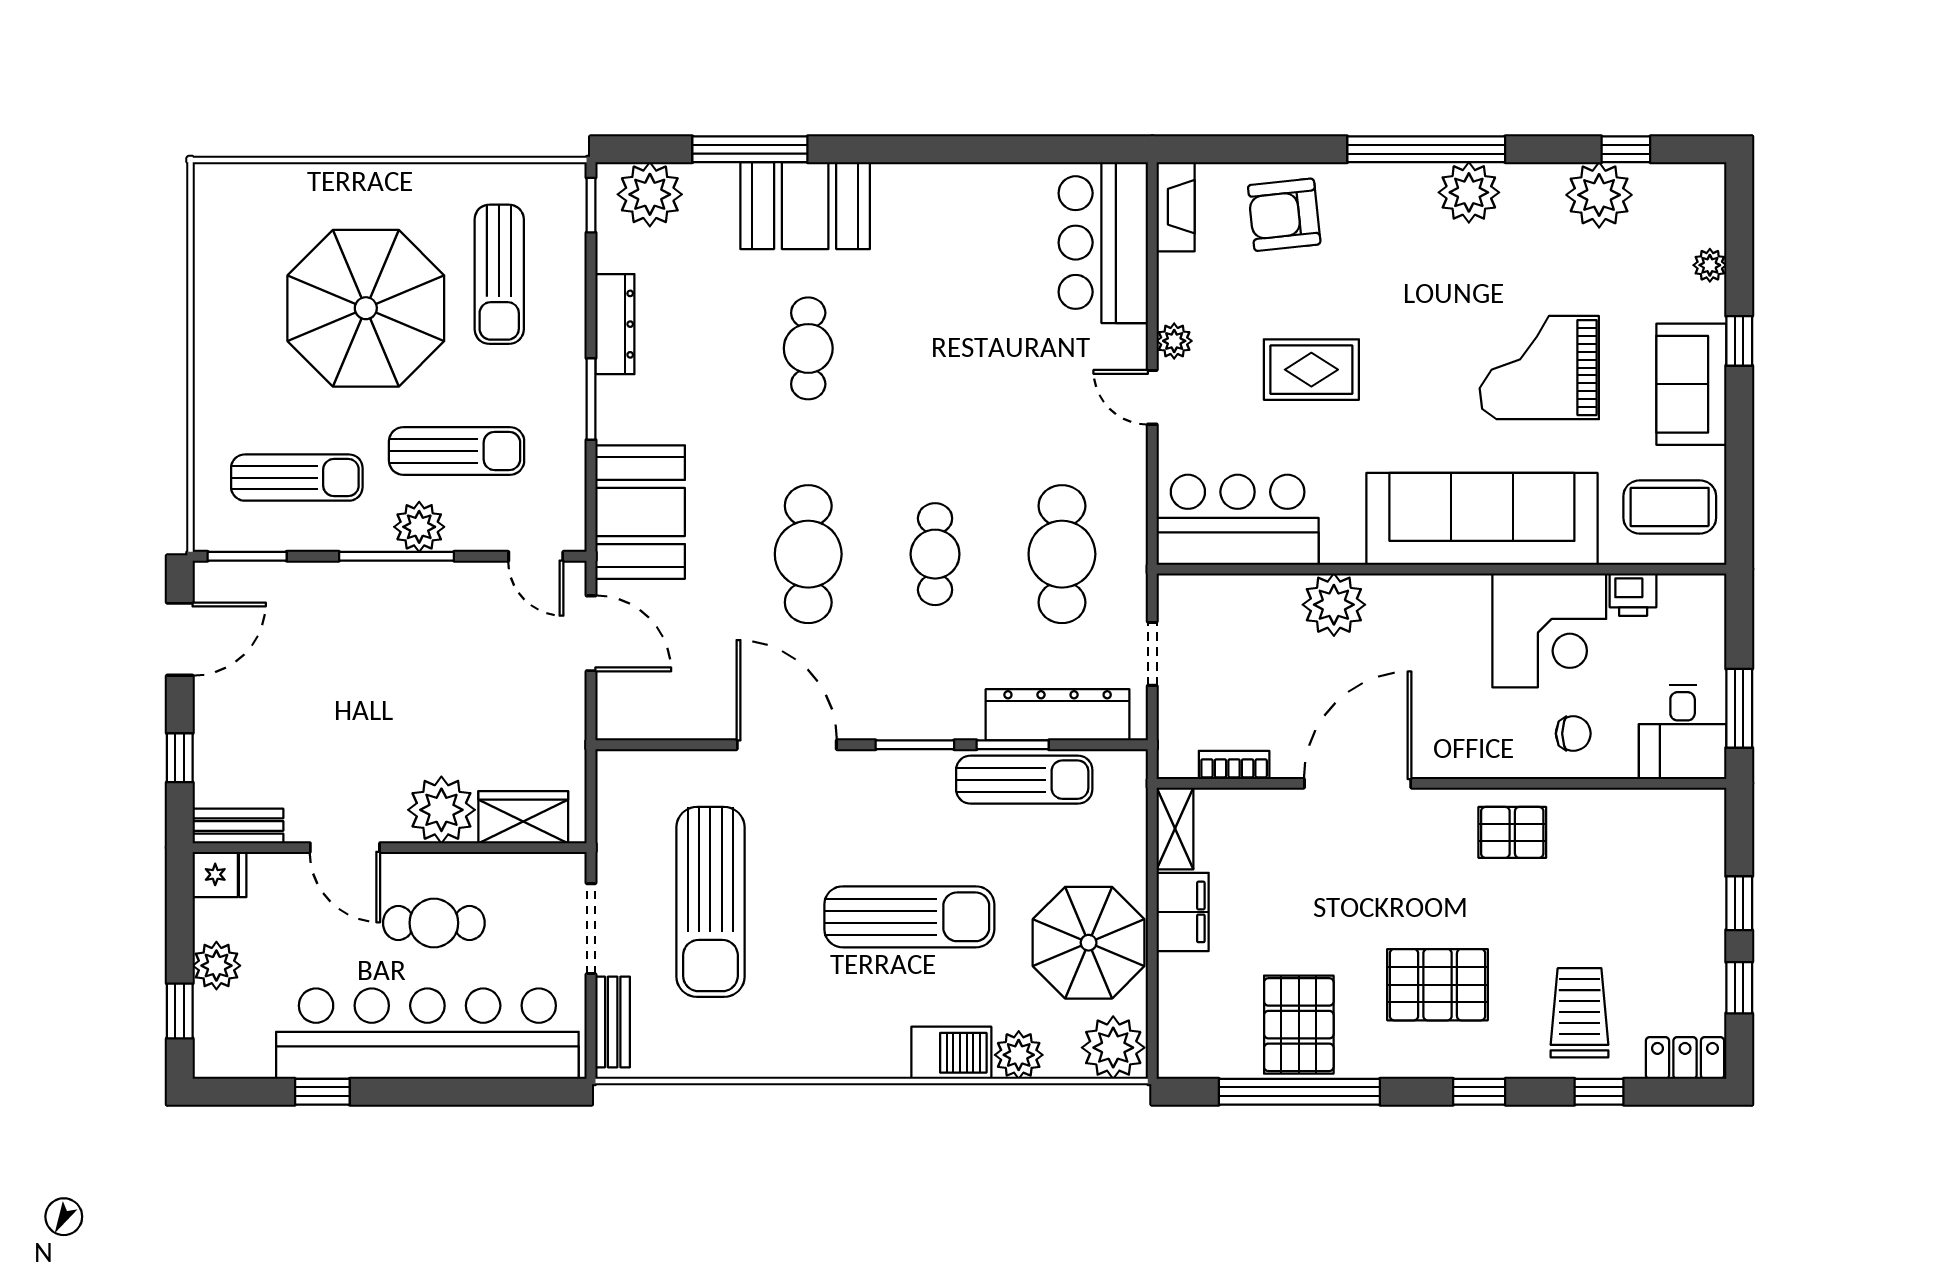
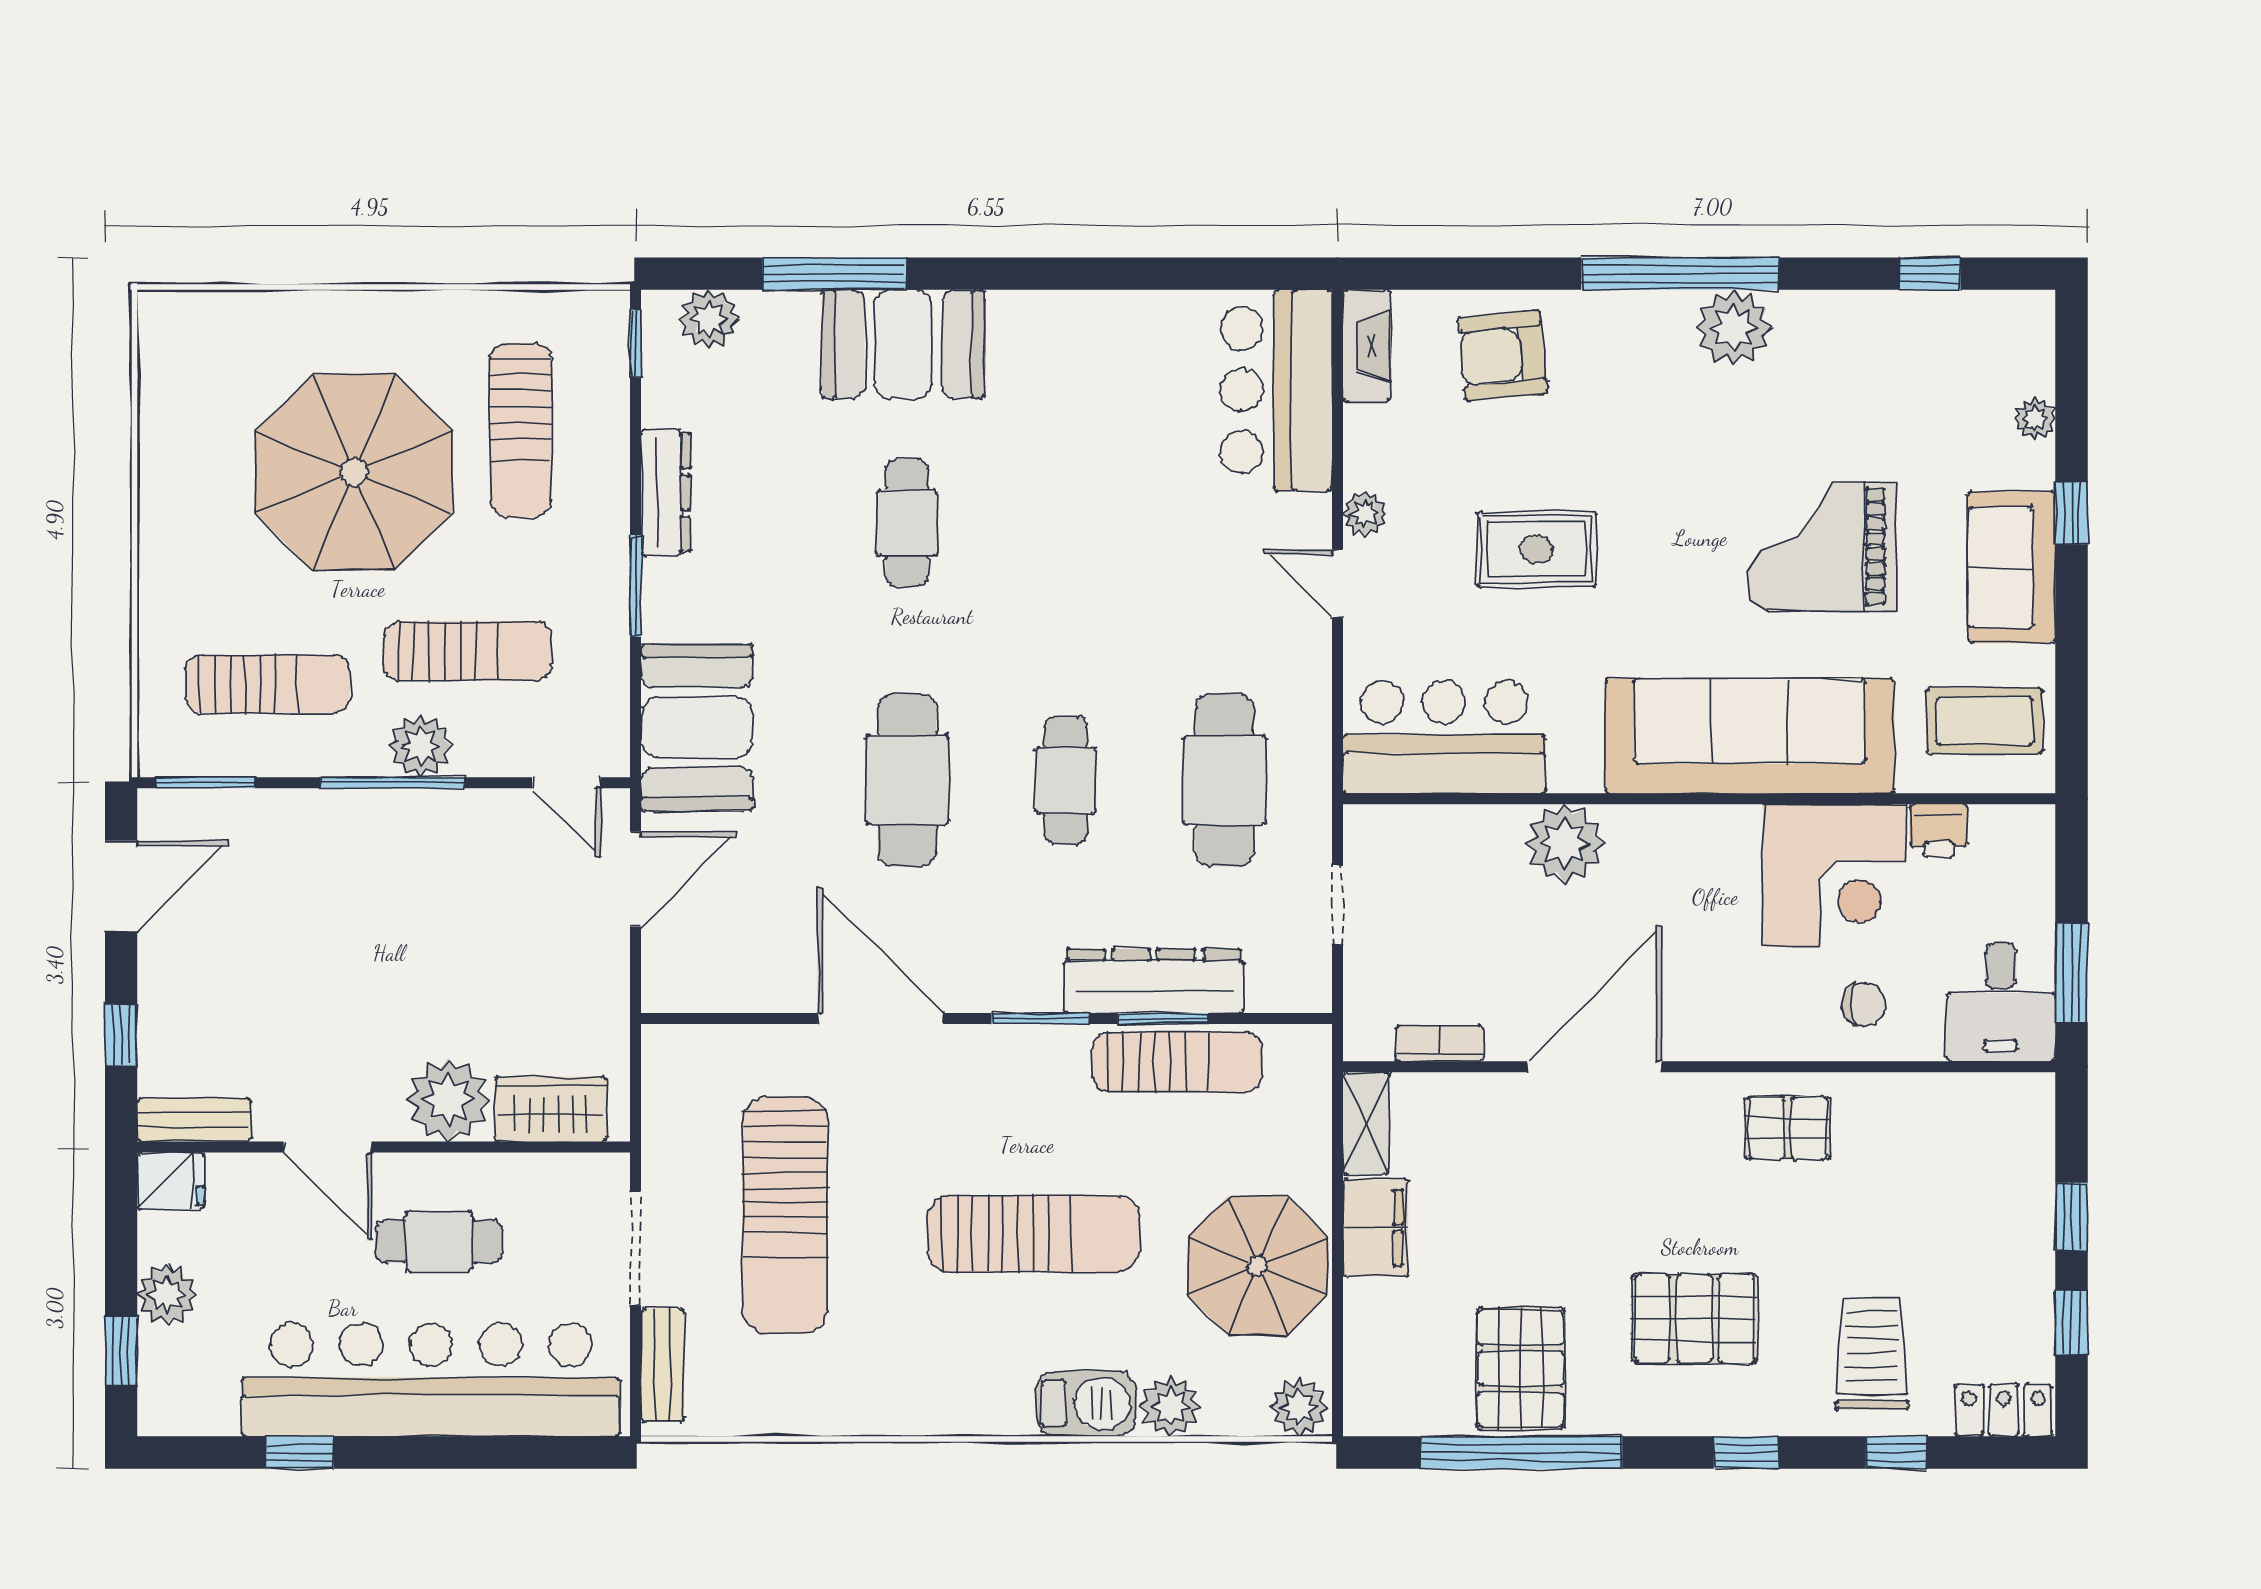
plant: (650, 194) -> (709, 319), width x0.73, depth x0.73
plant: (1599, 195) -> (1896, 331), removed
door: (591, 633) -> (635, 879), hinge flipped
dresser: (1058, 715) -> (1154, 981), moved
plant: (1113, 1048) -> (1299, 1408), width x0.73, depth x0.73

